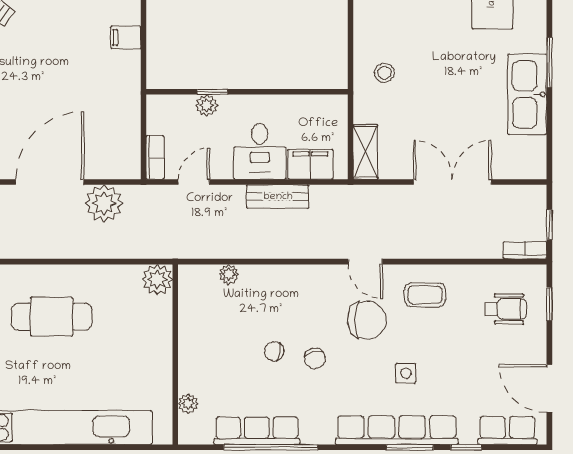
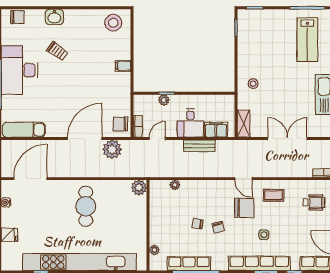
chair: (121, 153) -> (120, 124), added
cafe table: (52, 317) -> (86, 206), turned 90

